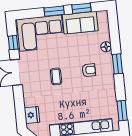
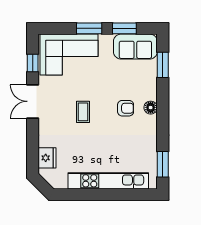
sofa: (80, 23) -> (135, 47), moved
floor lamp: (106, 47) -> (151, 108), moved
window: (117, 64) -> (163, 65), moved

